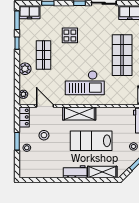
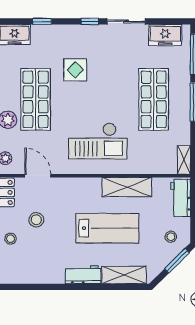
shop shelf: (43, 55) -> (36, 99), width x1.43, depth x1.36
shelving: (79, 113) -> (127, 187), moved
lab bench: (91, 141) -> (107, 228), turned 180

